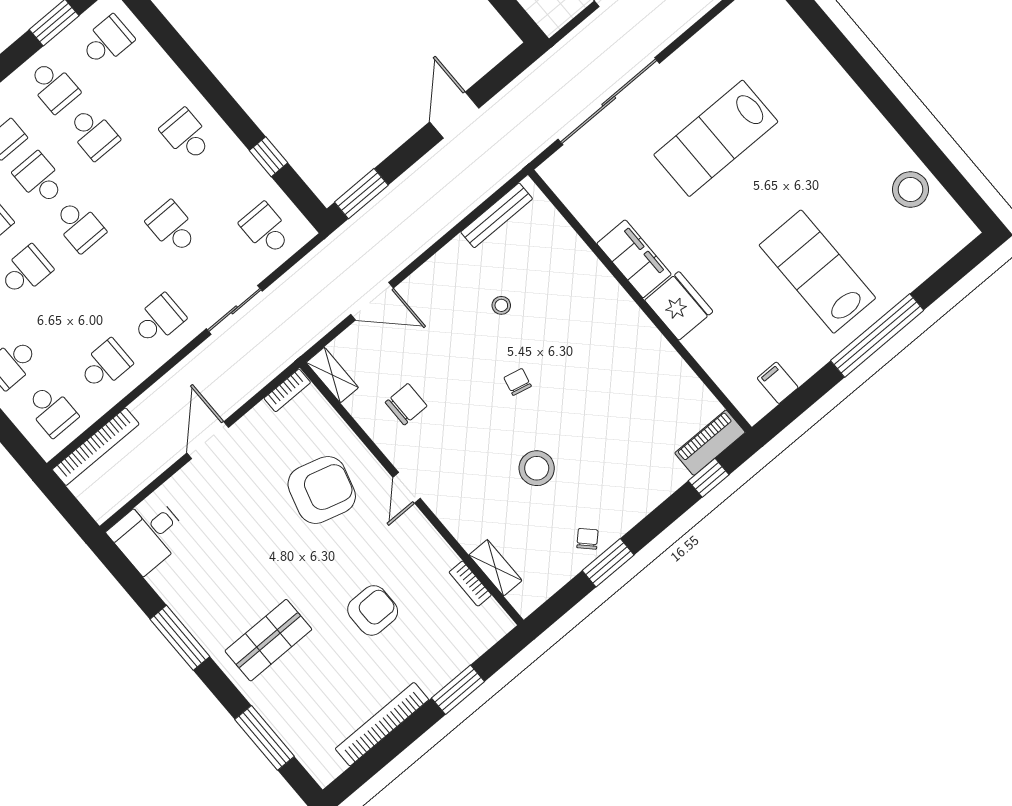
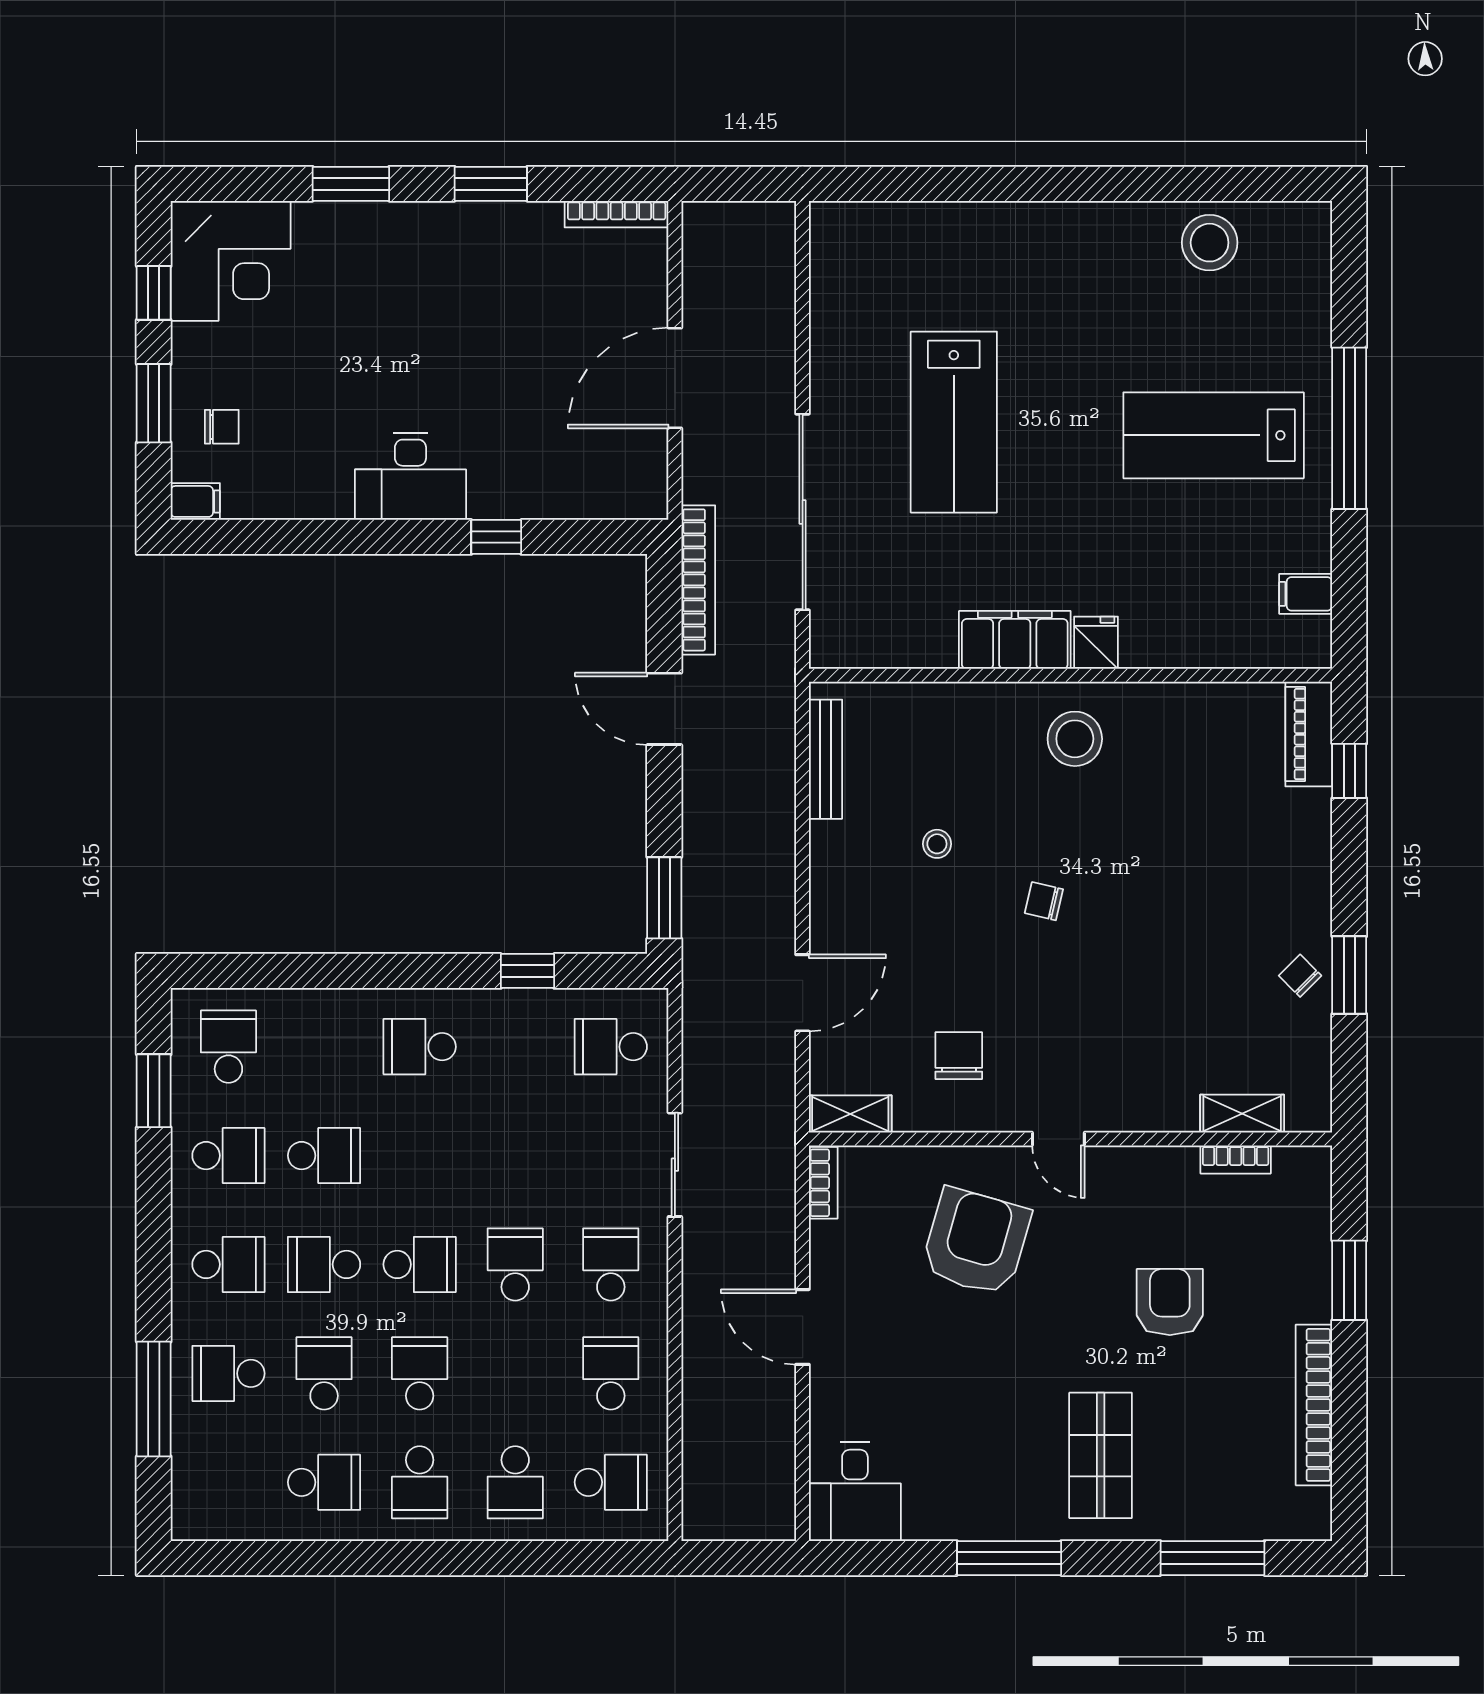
school desk: (173, 227) -> (515, 1264), moved, turned 90
fridge: (679, 306) -> (1096, 643), width x0.53, depth x0.75
bookcase: (96, 447) -> (698, 580), moved
stool: (537, 468) -> (1075, 739), moved

